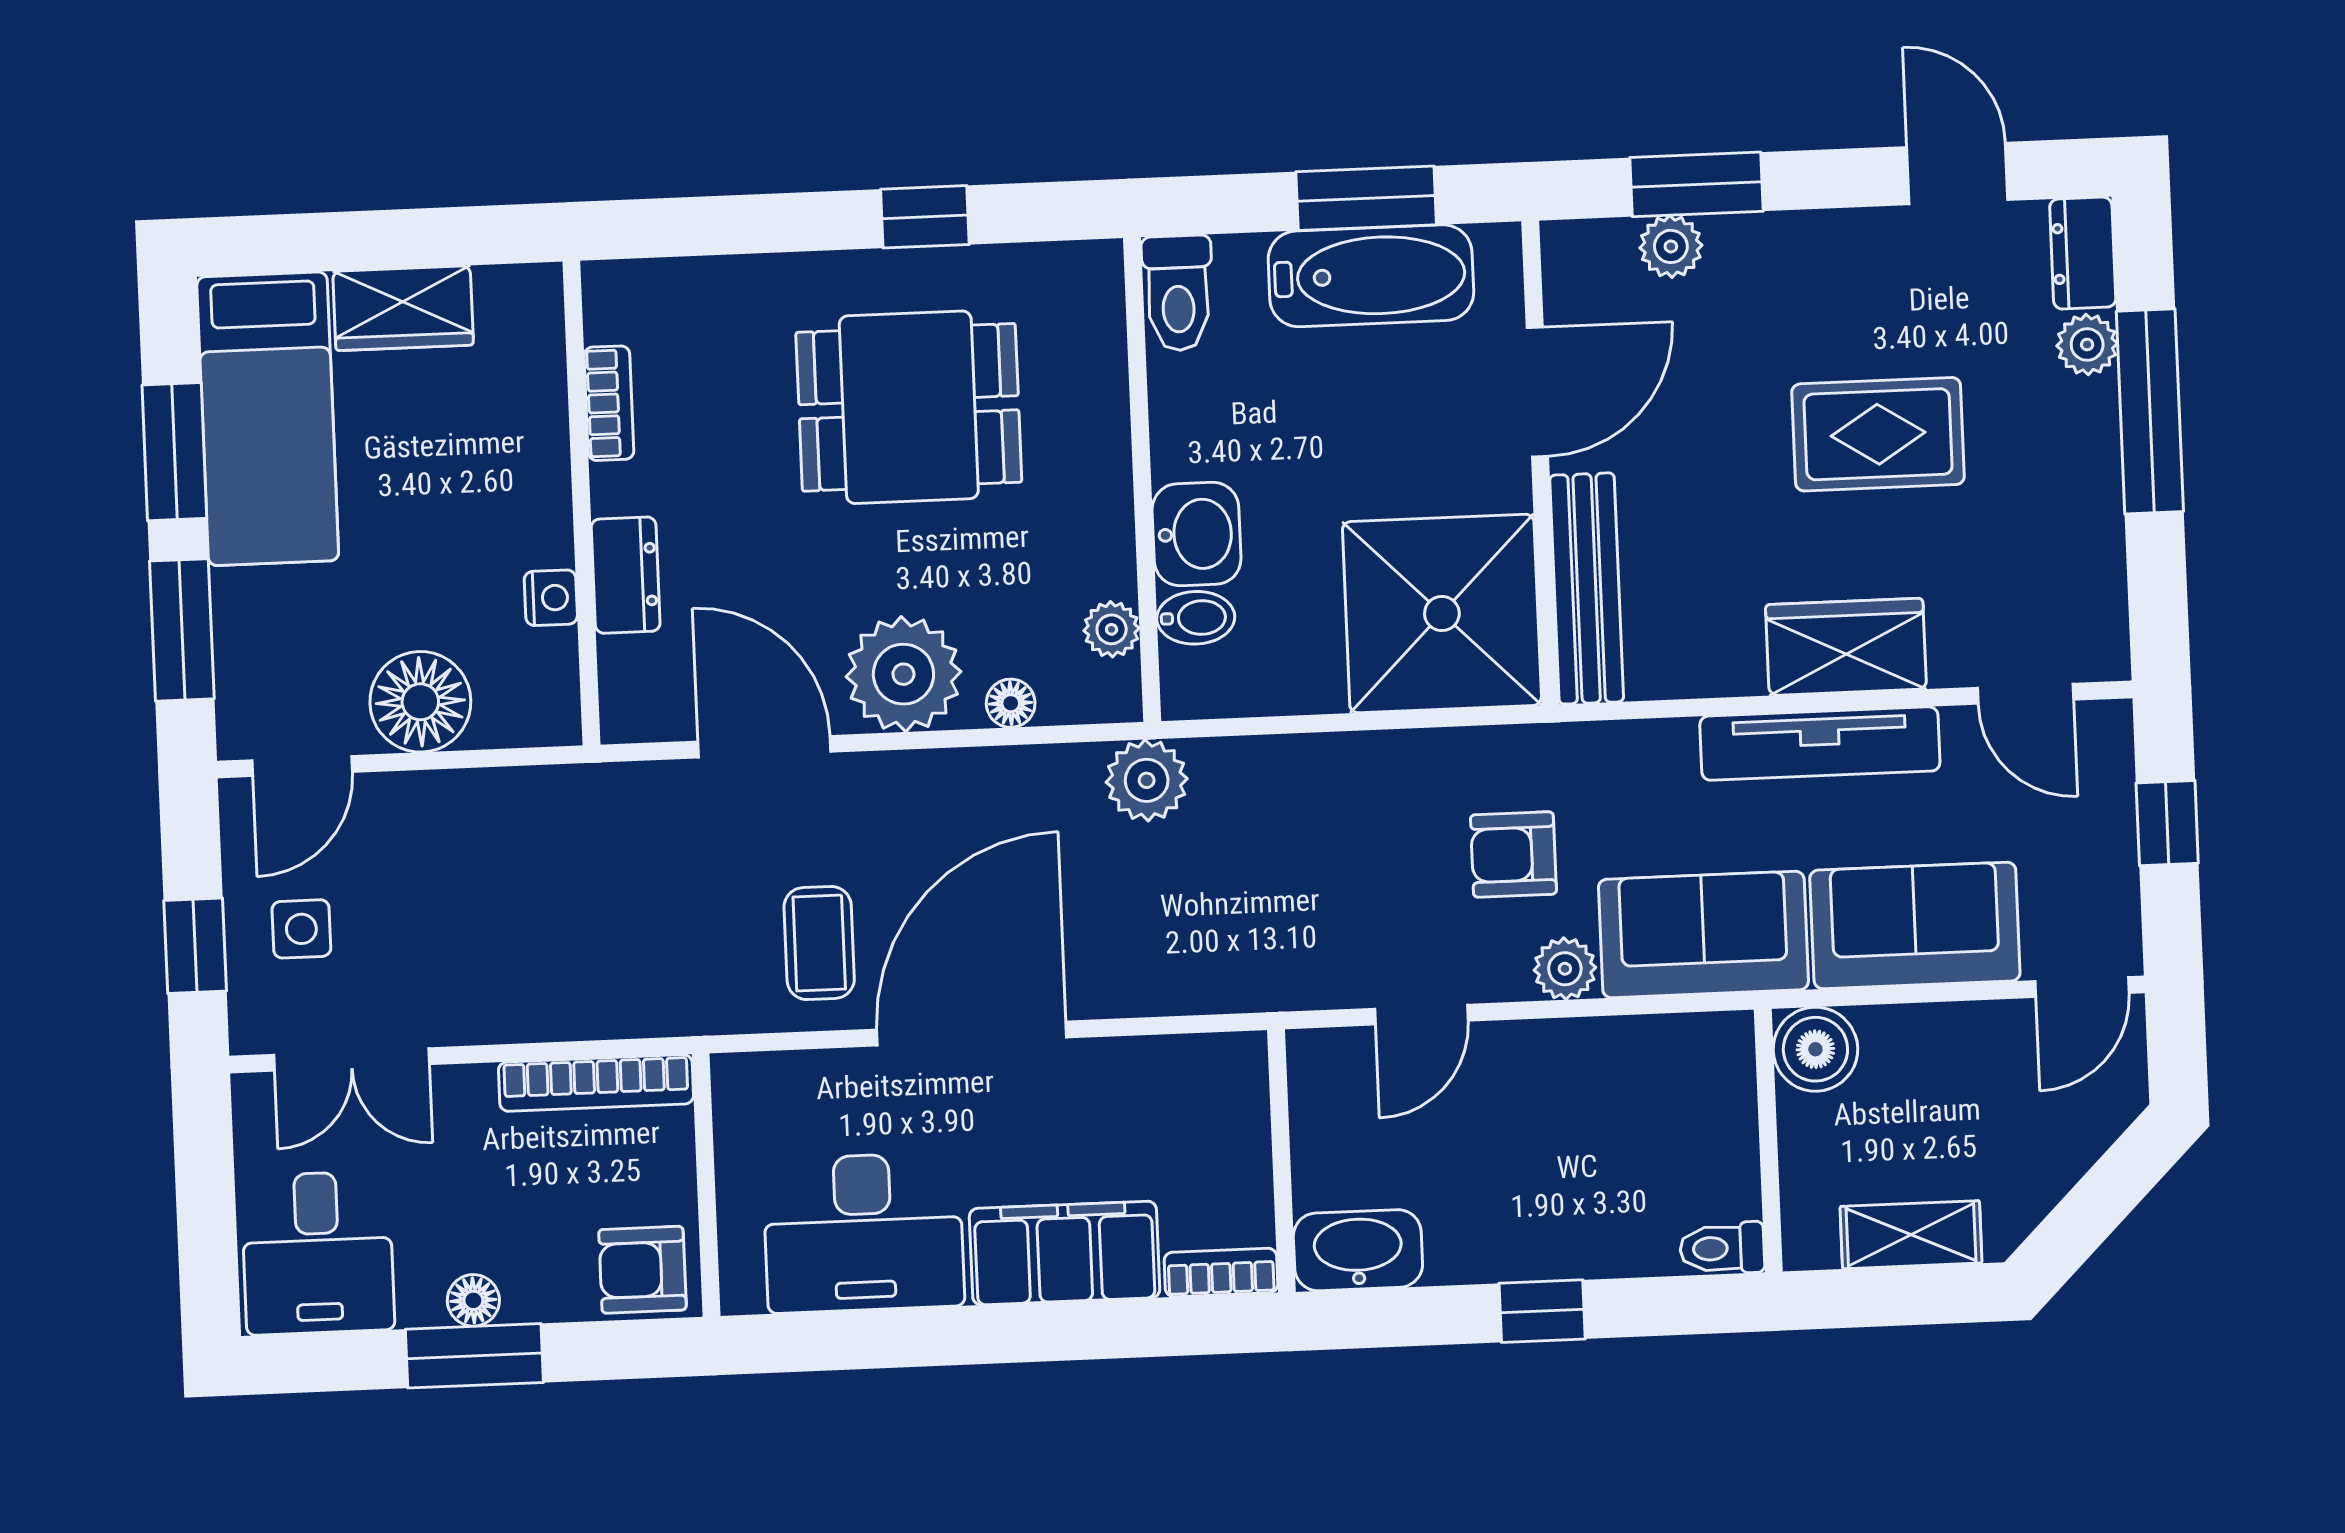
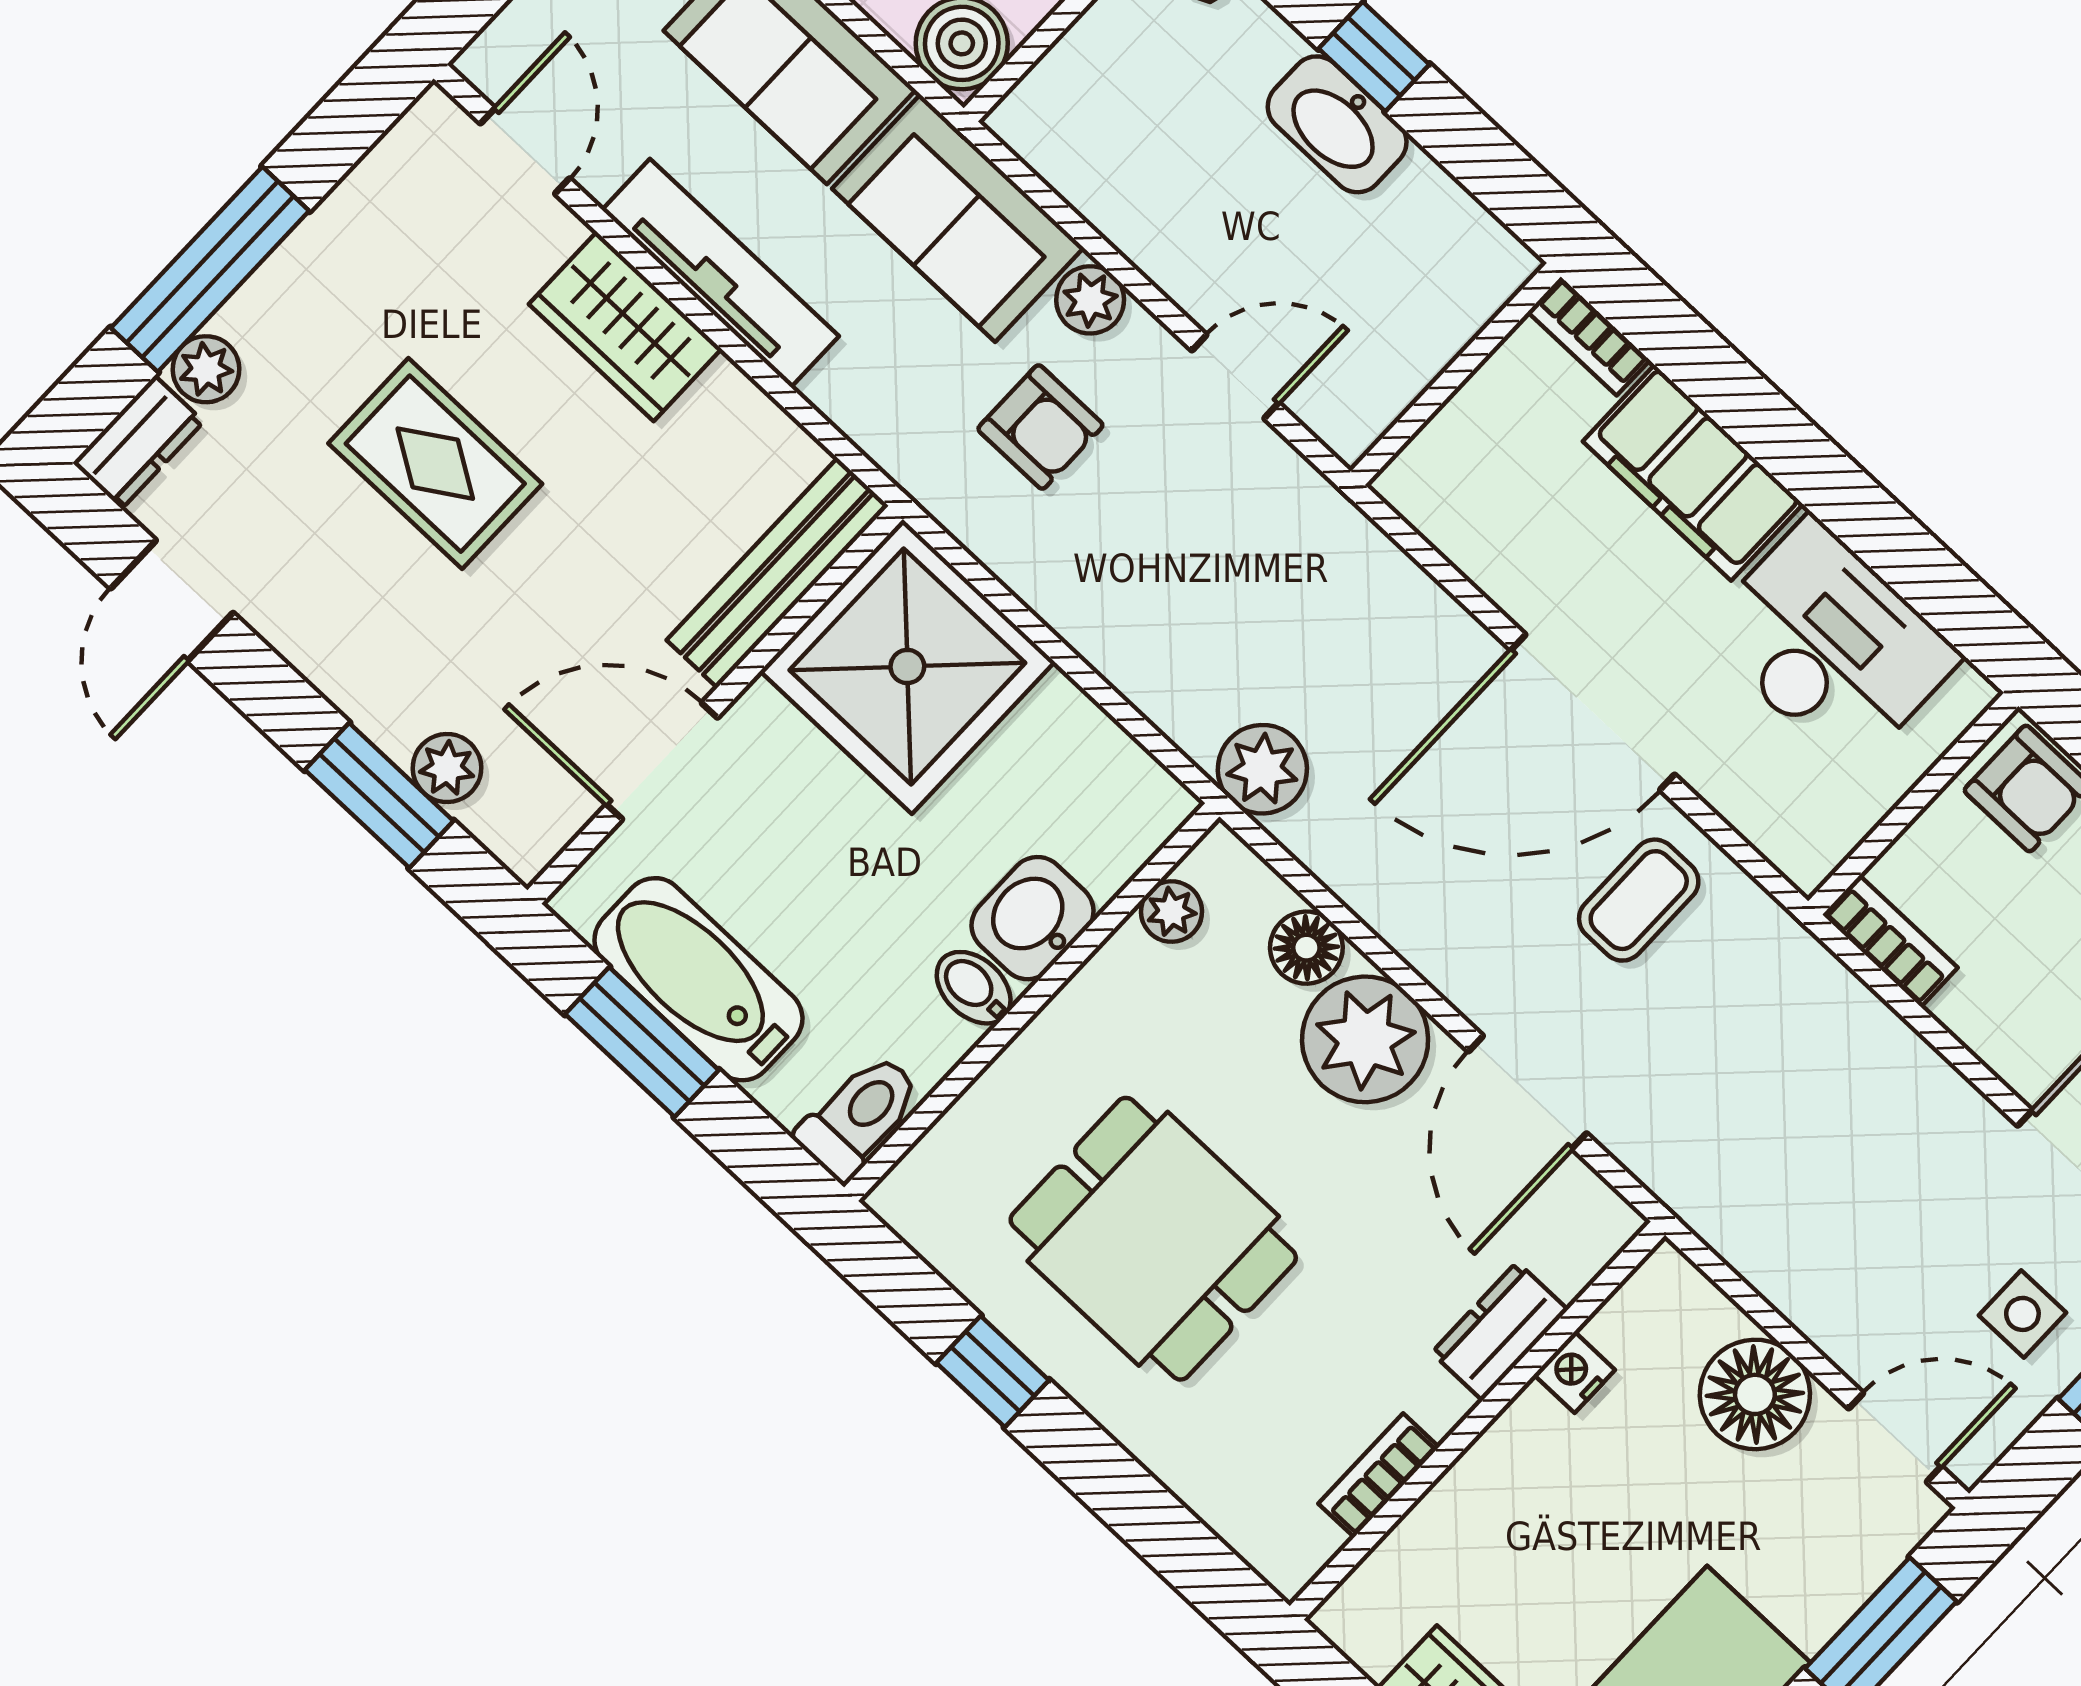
bidet: (1196, 618) -> (974, 988), moved
floor lamp: (1011, 703) -> (1306, 948), width x1.37, depth x1.37
bookcase: (596, 1083) -> (1890, 941), width x0.64
washbasin: (1358, 1250) -> (1337, 124), moved

